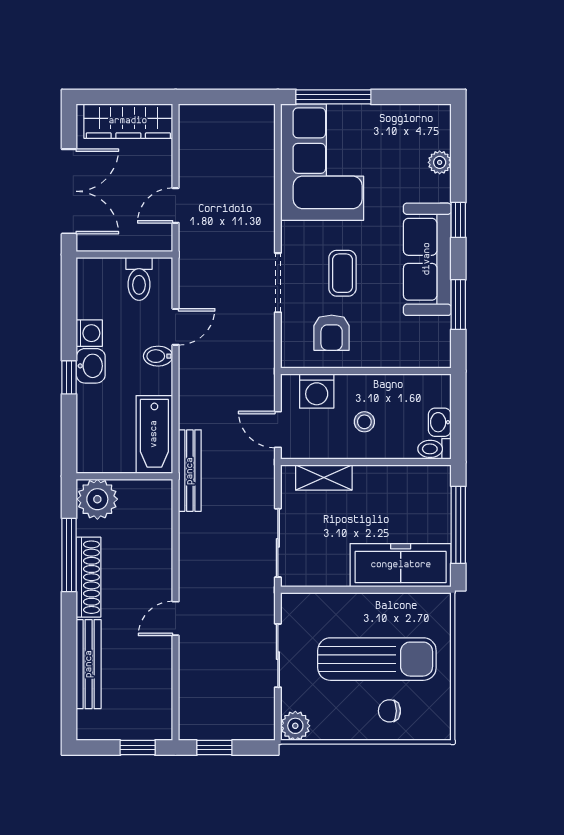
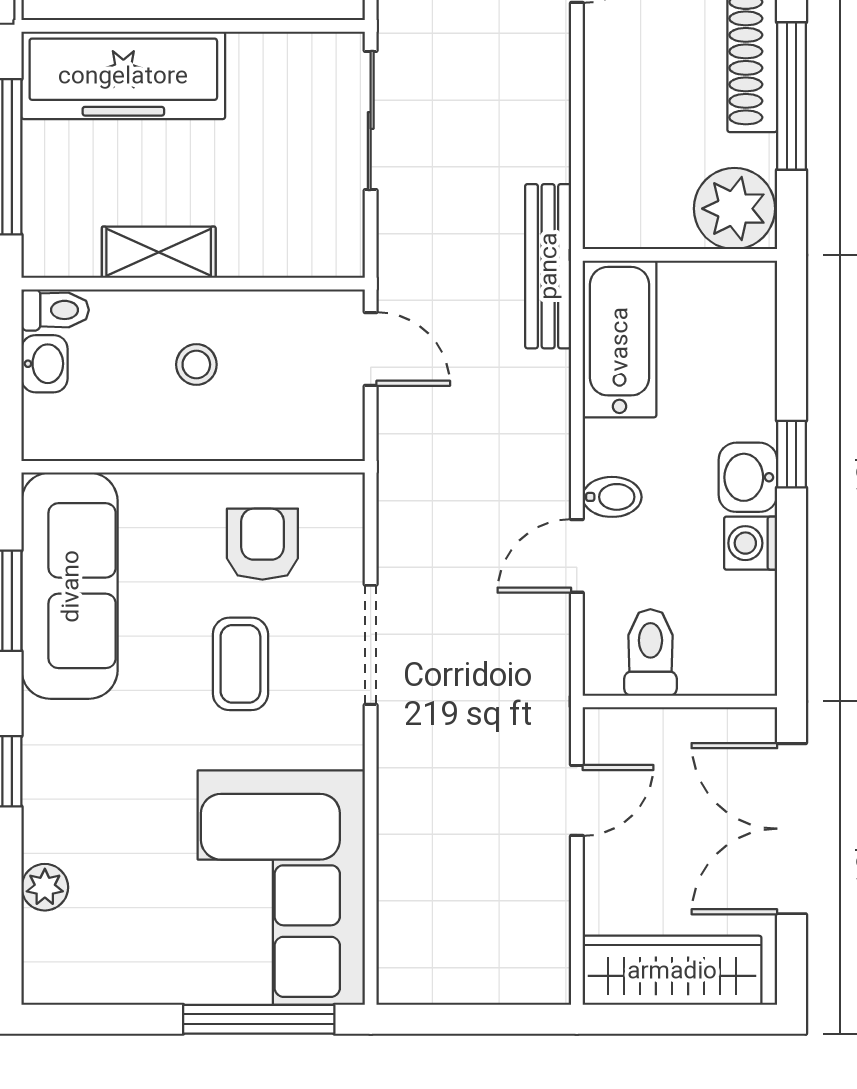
sofa: (427, 259) -> (70, 586), moved
washing machine: (317, 391) -> (292, 426), removed
shelving: (324, 478) -> (159, 252), moved

